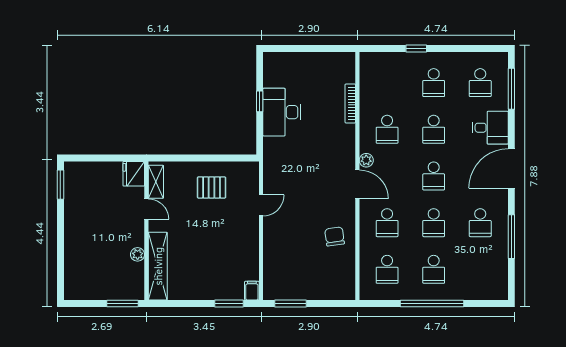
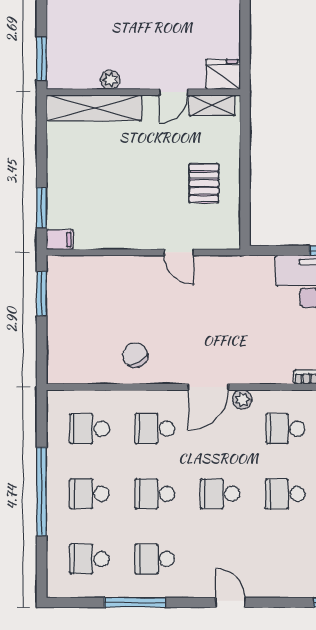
desk: (490, 128) -> (288, 573), removed
door: (511, 169) -> (230, 602), width x0.53
chair: (335, 236) -> (135, 355), turned -114
school desk: (480, 269) -> (89, 559), added

